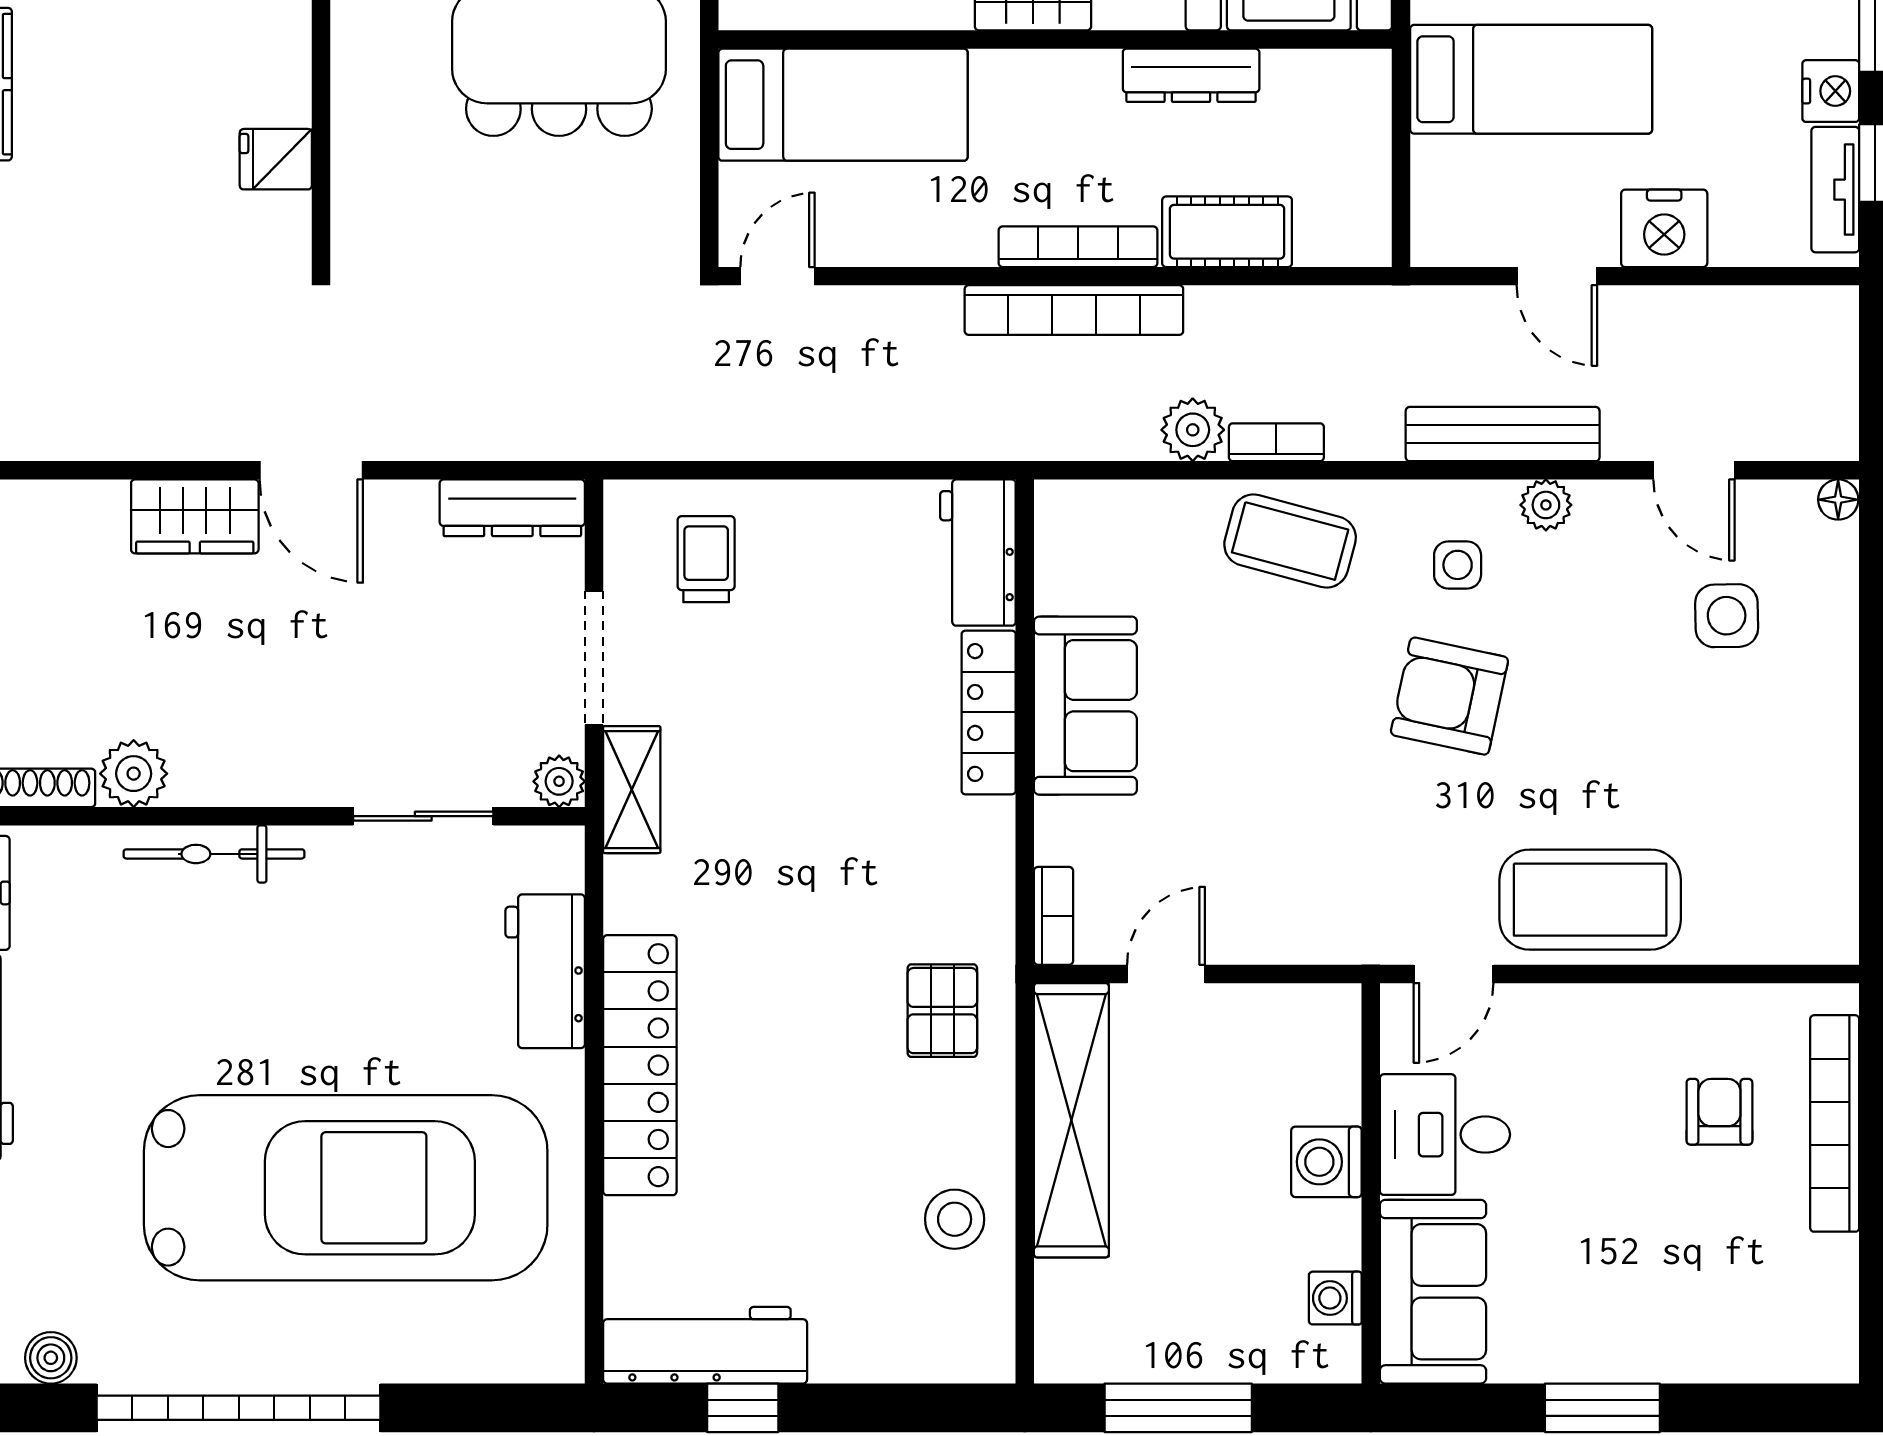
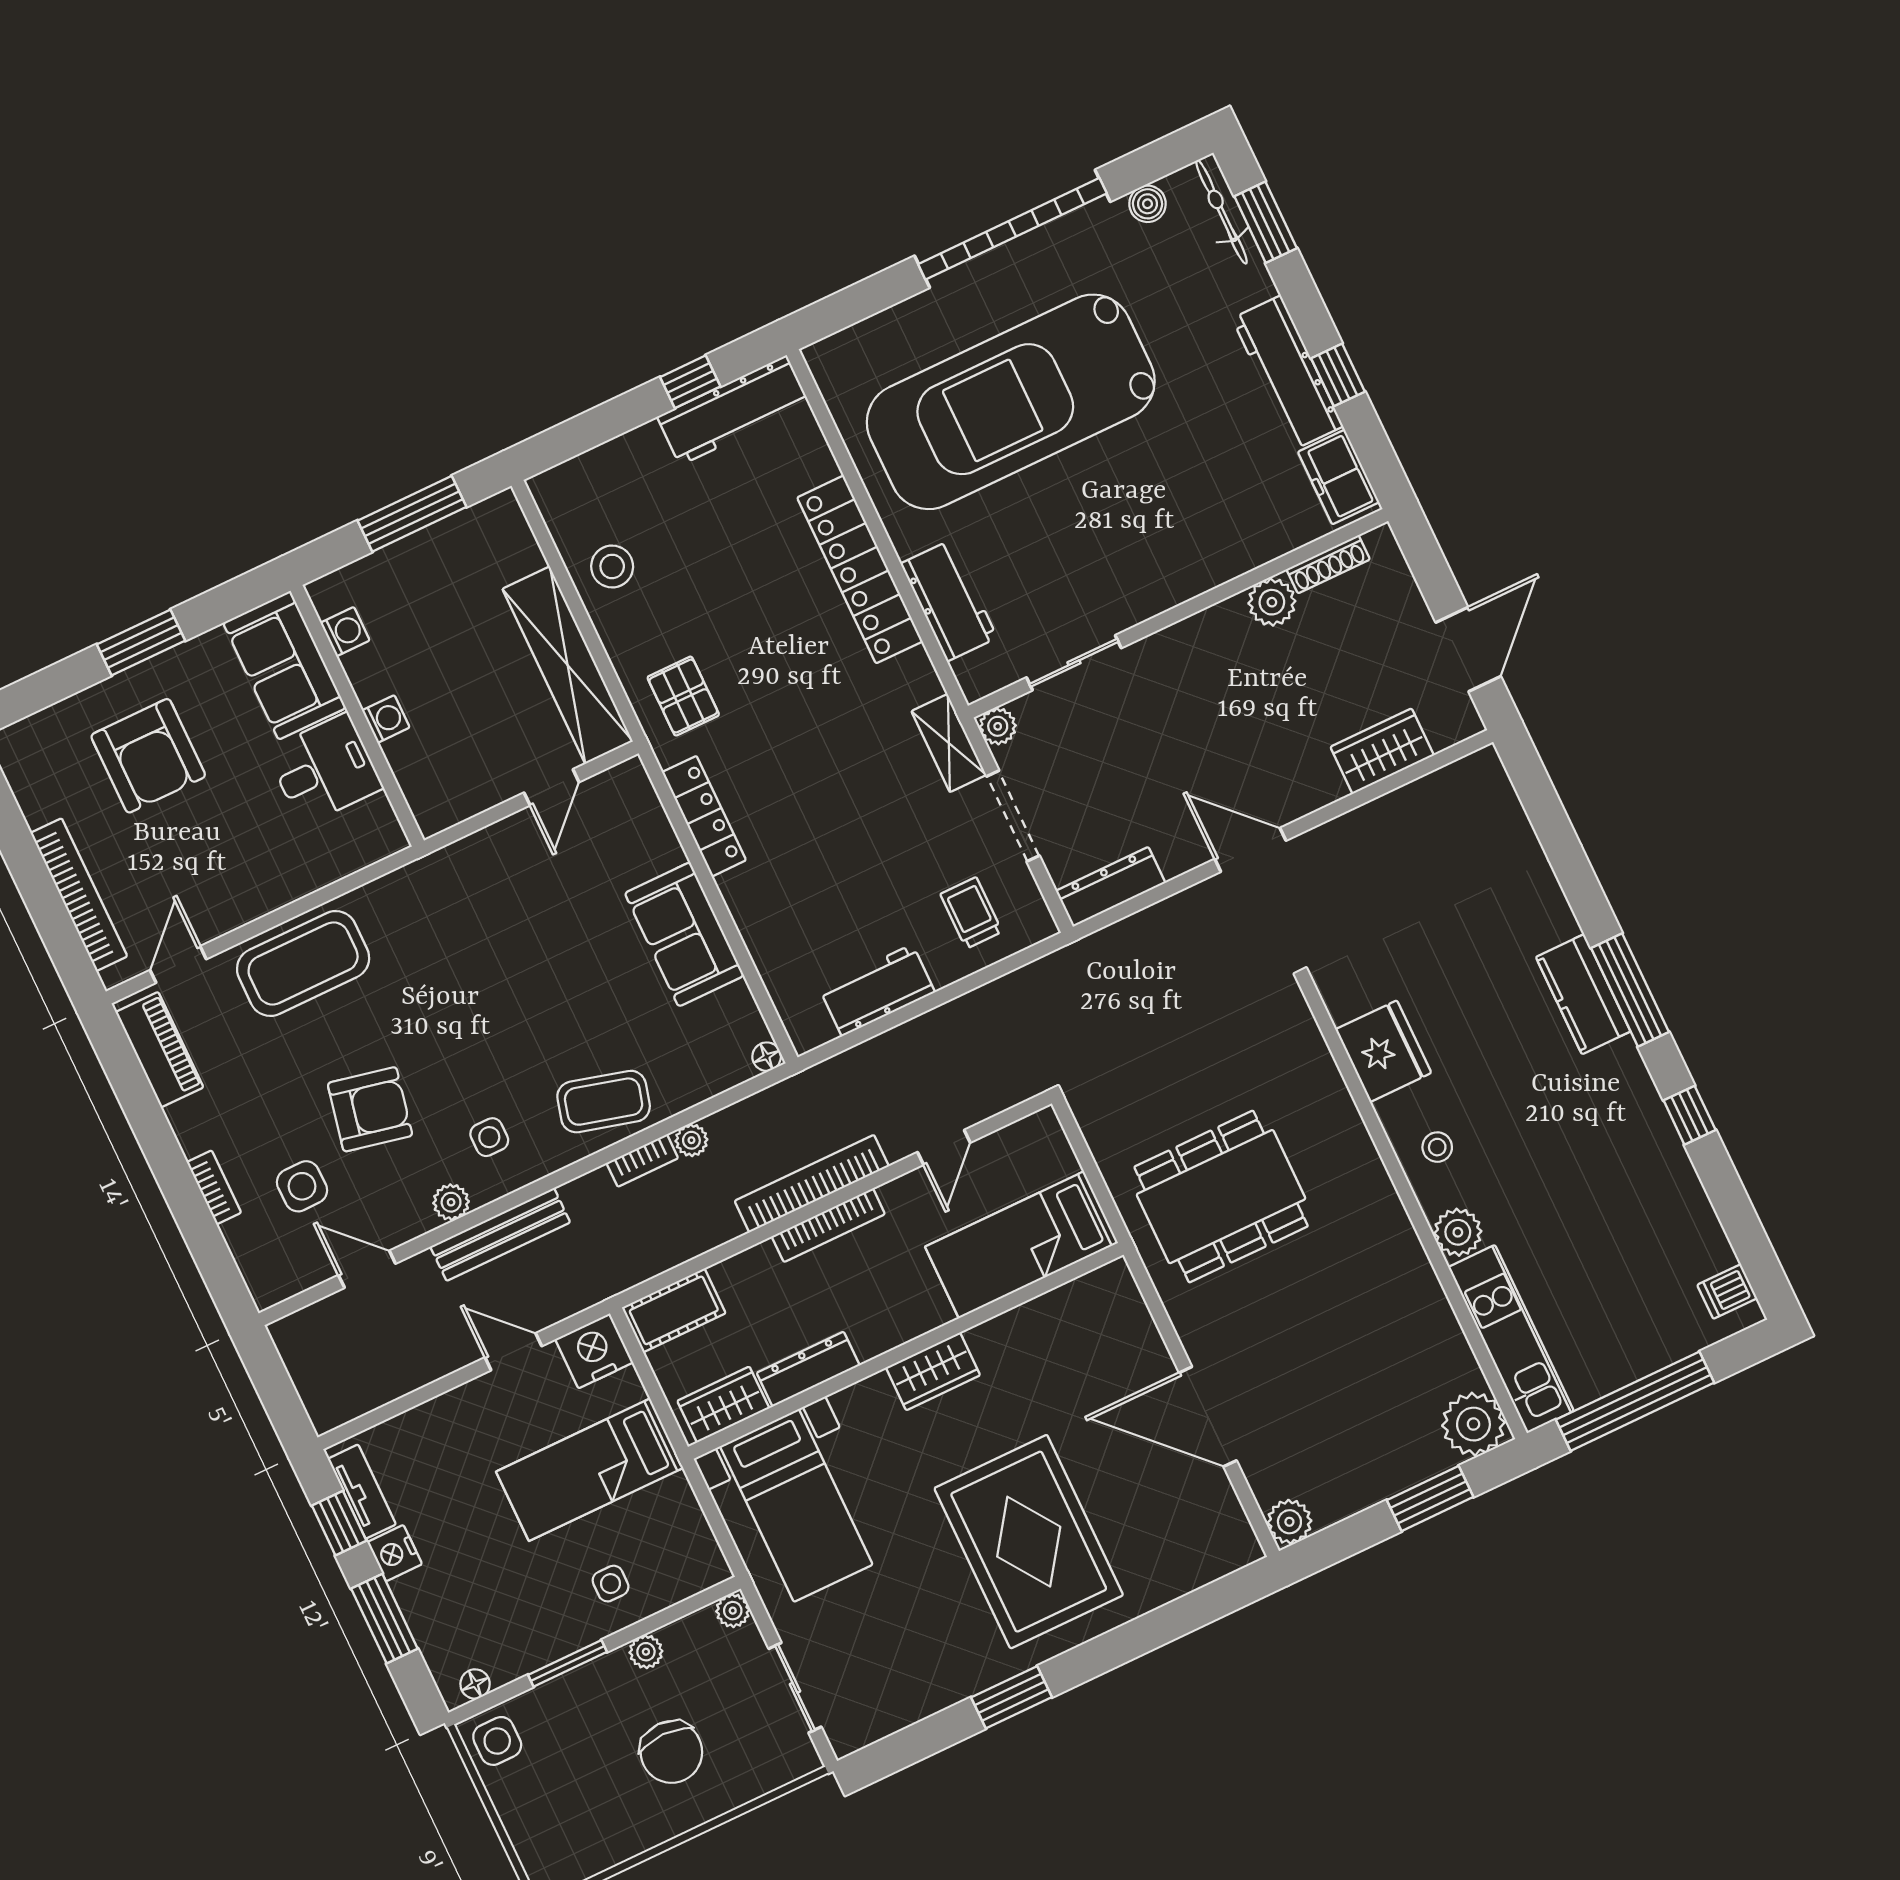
wardrobe: (1321, 81) -> (723, 1405), added
fridge: (276, 159) -> (1383, 1051), width x1.88, depth x1.34
nightstand: (1664, 228) -> (594, 1351), moved
cot: (1227, 232) -> (674, 1310), moved
door: (777, 276) -> (944, 1147), moved
plant: (1193, 430) -> (691, 1140), width x0.73, depth x0.73
floor lamp: (1838, 500) -> (767, 1057), moved
wardrobe: (195, 516) -> (1382, 751), moved
workbench: (978, 553) -> (877, 990), moved, turned -90
trolley: (706, 559) -> (971, 913), turned 180
armchair: (1449, 696) -> (370, 1109), moved
locker: (989, 712) -> (704, 816), moved
bicycle: (214, 854) -> (1196, 575), removed
piano: (1826, 877) -> (160, 1050), added
bookcase: (1054, 916) -> (214, 1187), moved, turned 180
door: (1454, 974) -> (178, 965), moved
armchair: (1719, 1112) -> (148, 756), moved, width x1.88, depth x1.88
washing machine: (1326, 1162) -> (386, 719), width x0.73, depth x0.73

